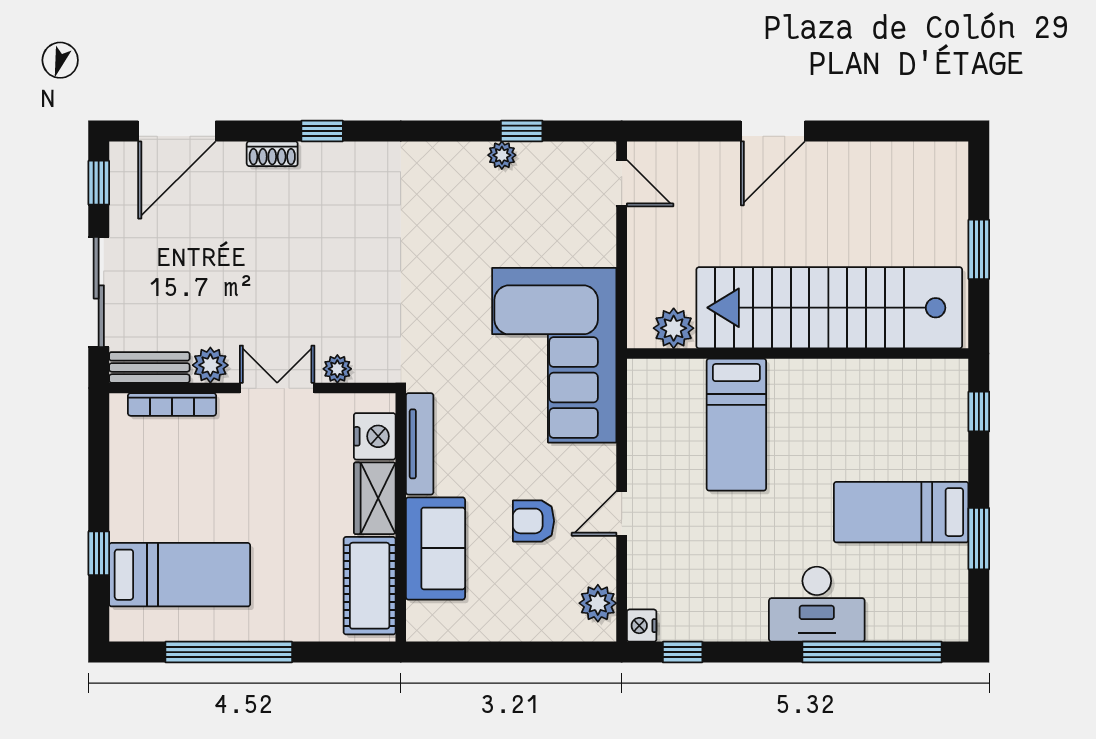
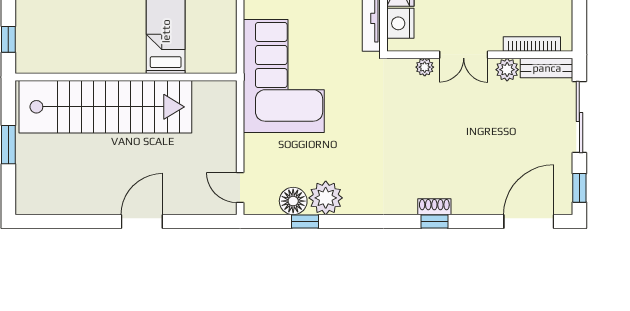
shoe rack: (272, 154) -> (434, 207), moved
plant: (502, 155) -> (326, 198), width x1.88, depth x1.88
floor lamp: (540, 163) -> (293, 201), added
plant: (674, 328) -> (206, 93), removed

